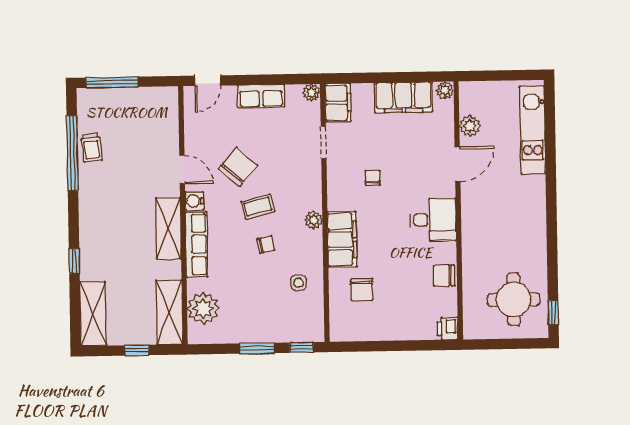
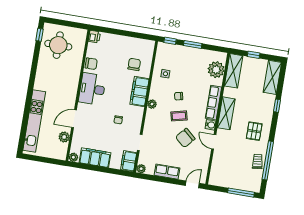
kitchen unit: (533, 130) -> (34, 121), width x1.36
pallet: (109, 204) -> (254, 131), added
desk: (433, 220) -> (92, 89), width x1.37

